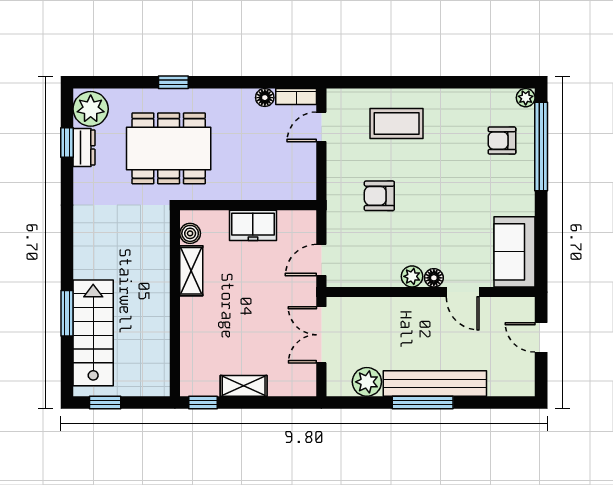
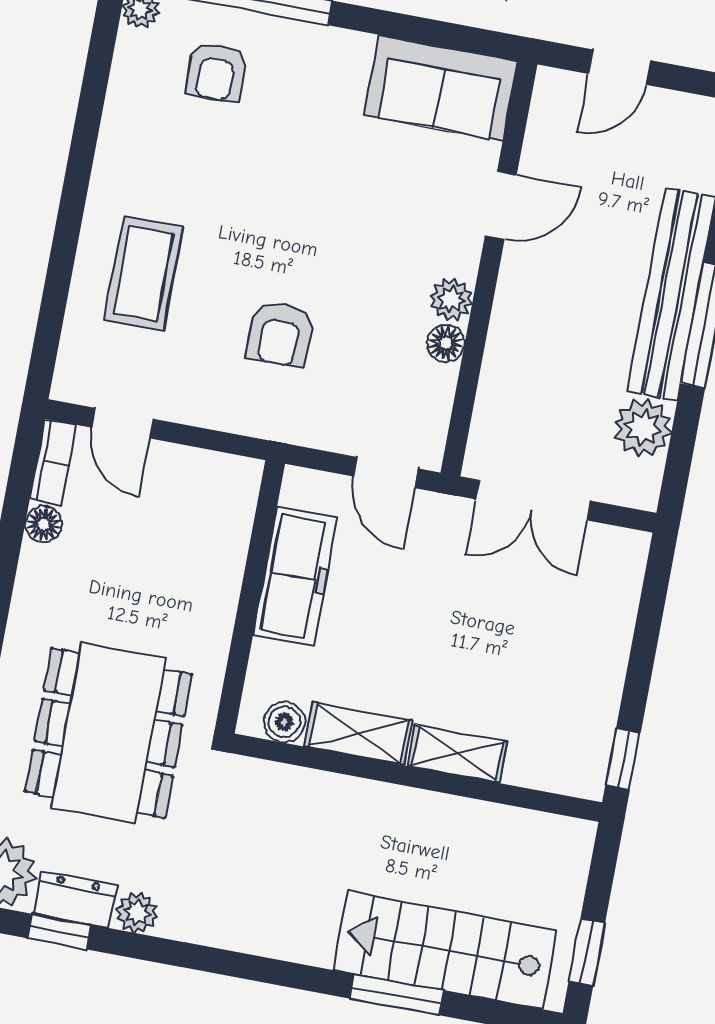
plant: (83, 179) -> (137, 913), added
freezer: (253, 225) -> (295, 576), width x1.40
floor lamp: (434, 278) -> (446, 343), moved
shelving: (244, 386) -> (458, 754), moved, turned 90

